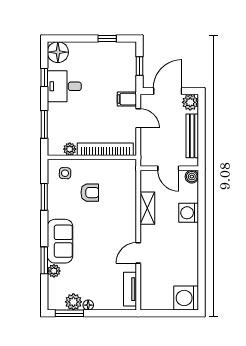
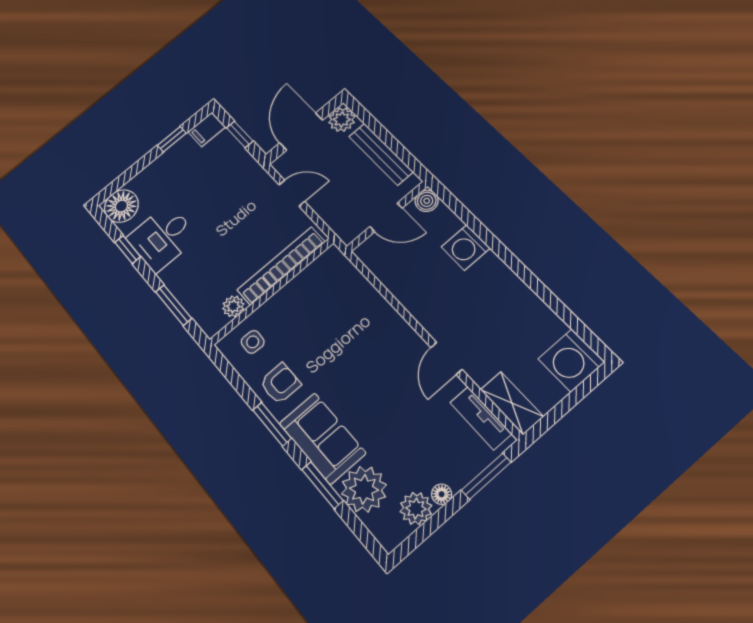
filing cabinet: (127, 99) -> (207, 129), moved
armchair: (90, 193) -> (280, 383), moved
window: (44, 197) -> (272, 424), moved
shelving: (147, 208) -> (512, 403), moved
plant: (54, 271) -> (364, 489), width x1.88, depth x1.88
window: (69, 313) -> (486, 476), moved

